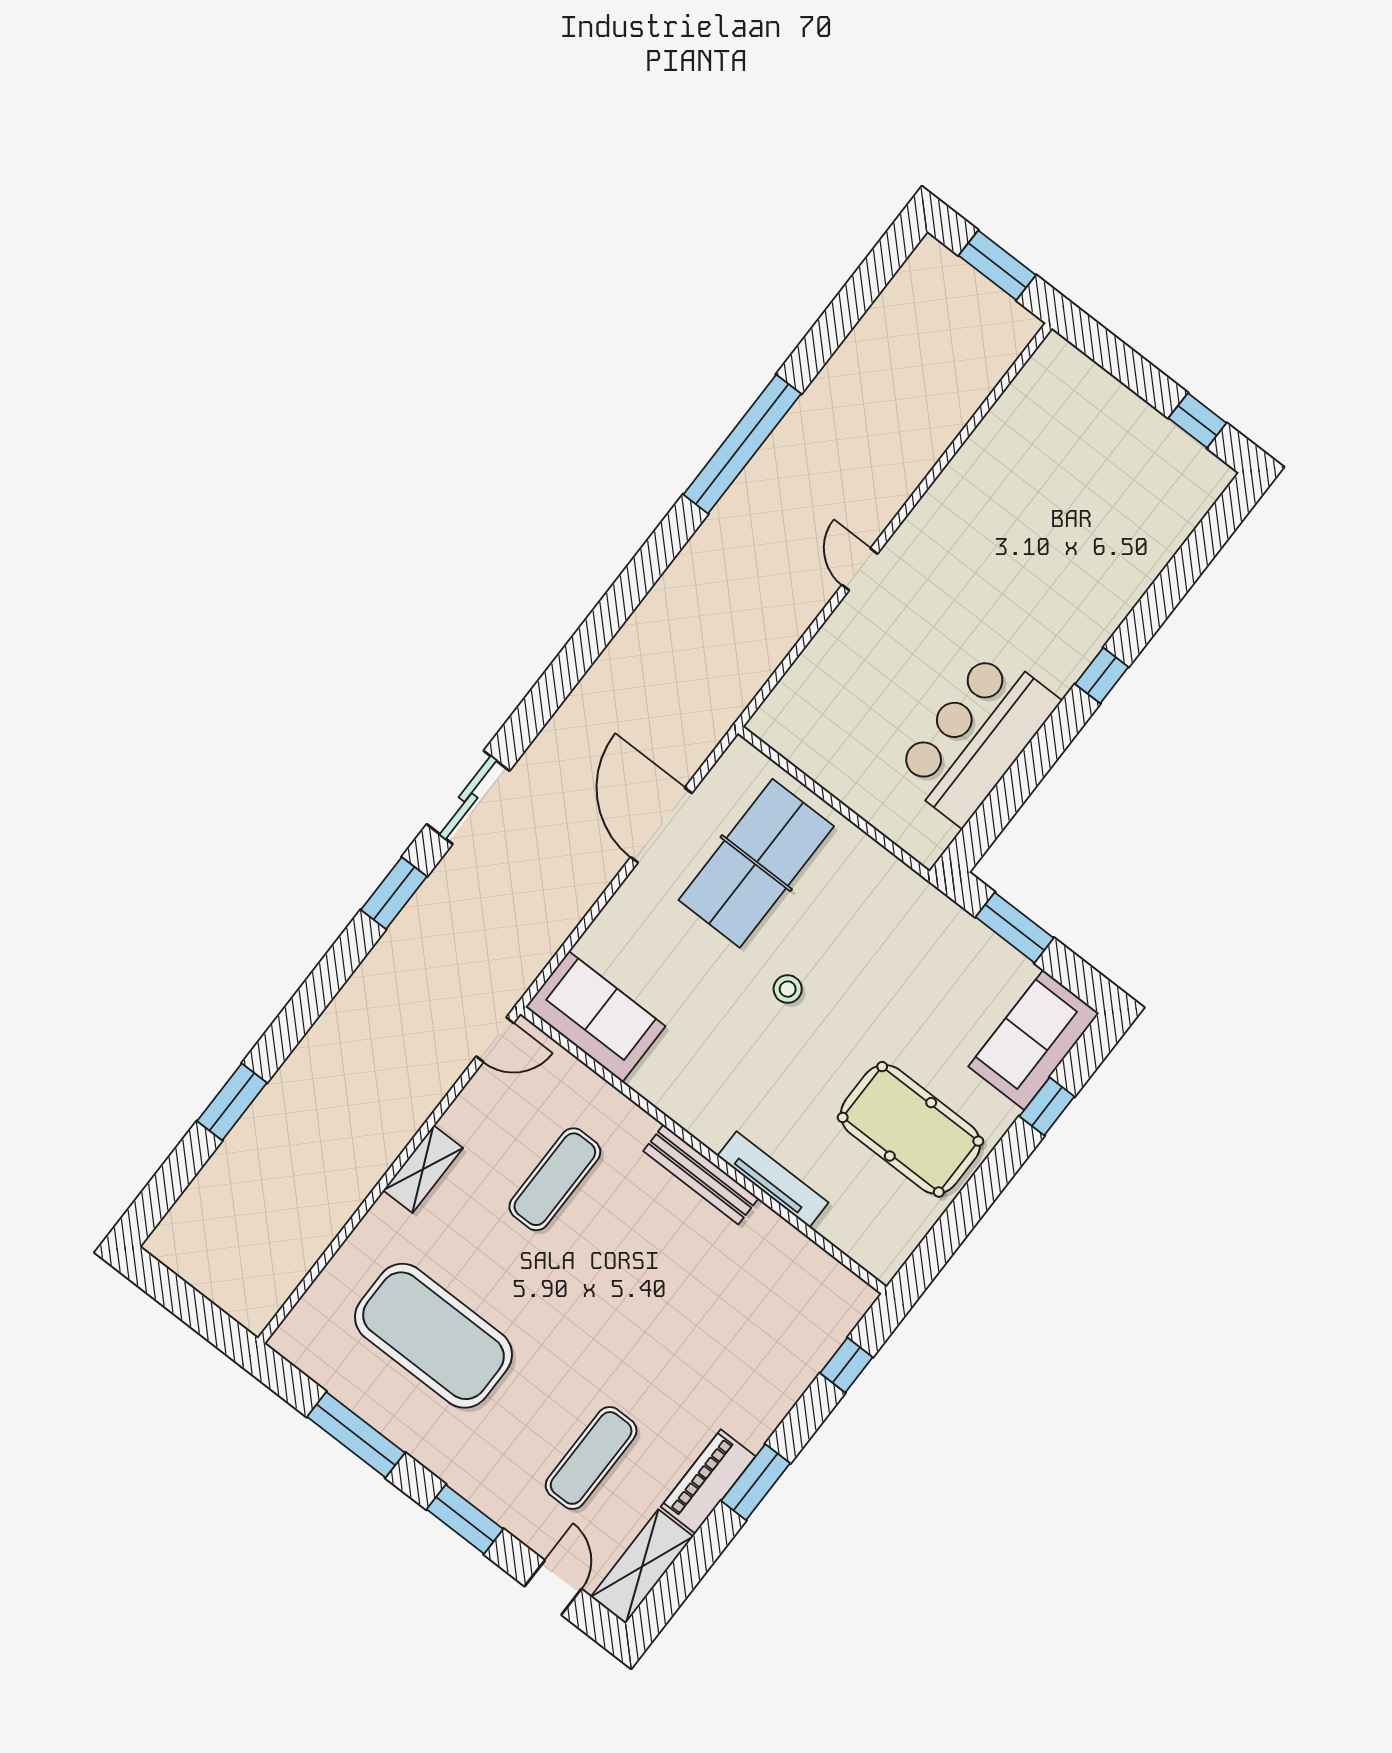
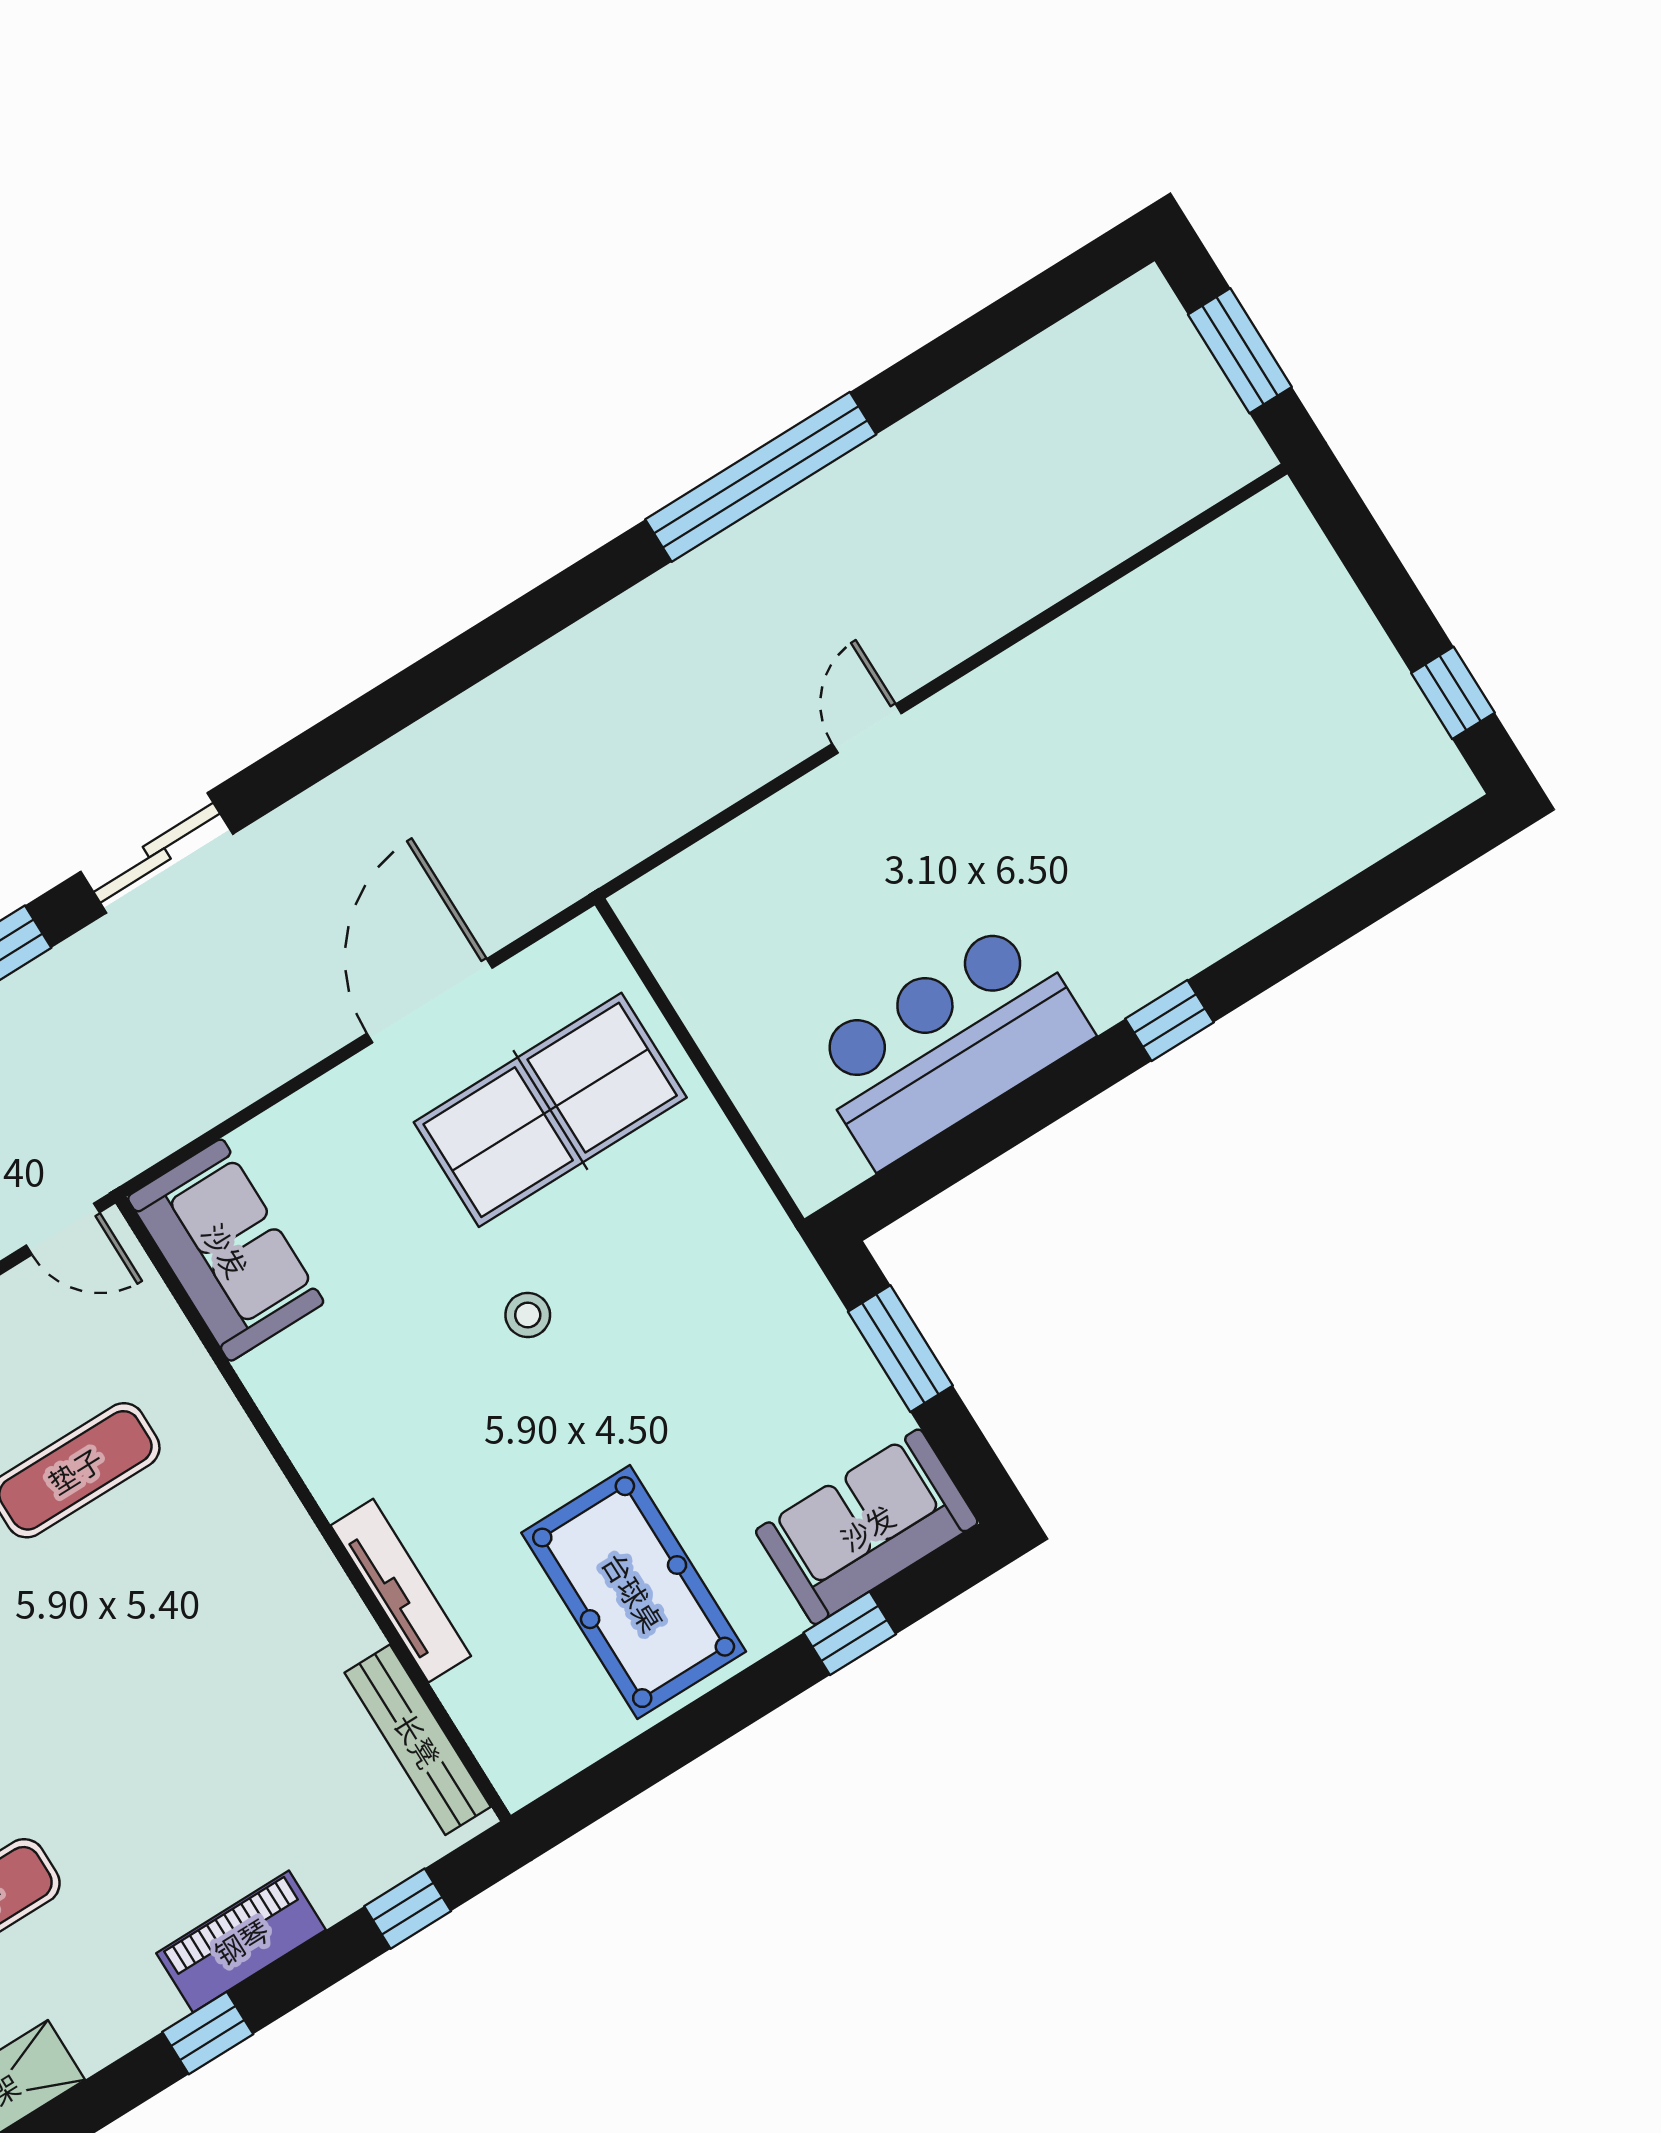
bench: (701, 1175) -> (418, 1740), moved
piano: (708, 1482) -> (241, 1941), moved
window: (756, 1482) -> (208, 2033), width x0.67

